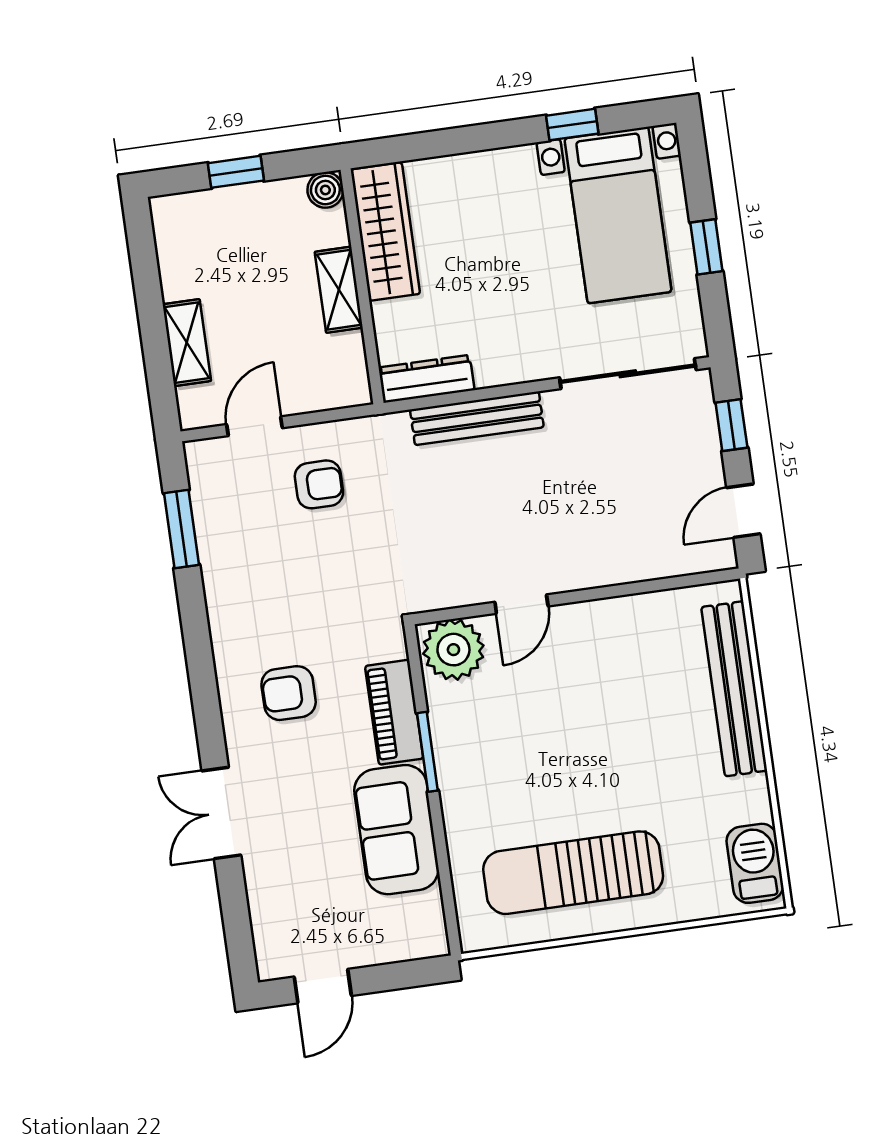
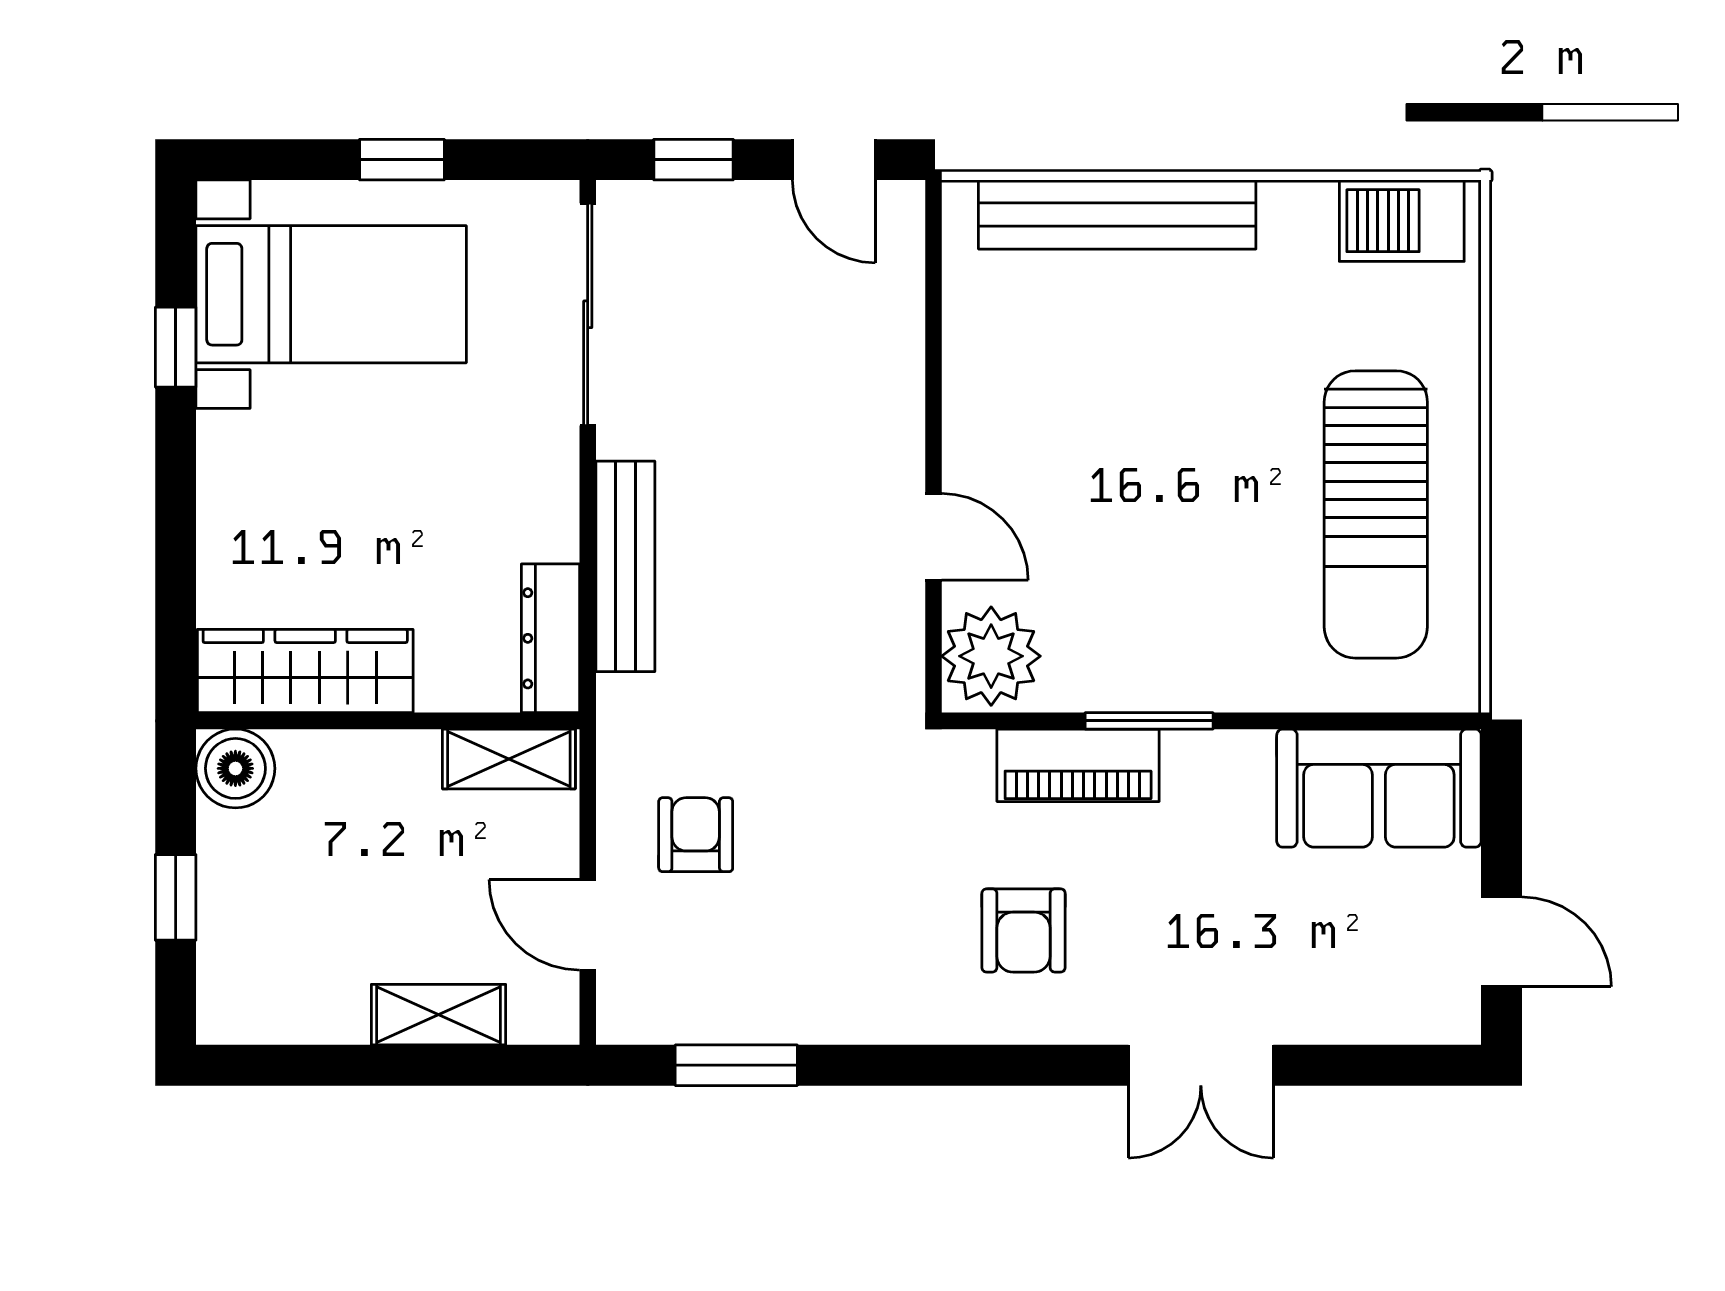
boiler: (325, 190) -> (235, 768), width x1.36, depth x1.36
shelving: (339, 290) -> (509, 759), moved
sofa: (396, 830) -> (1379, 788), moved

